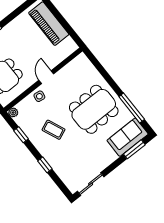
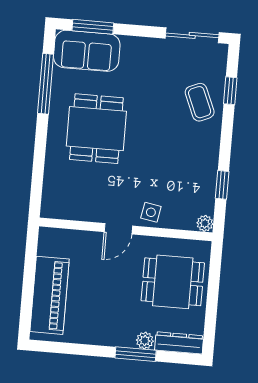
dining table: (94, 109) -> (96, 129), width x0.73
coffee table: (54, 130) -> (200, 102), moved
window: (45, 165) -> (230, 91), moved

